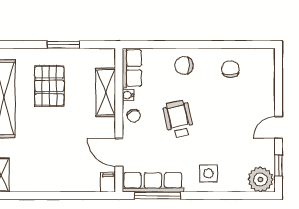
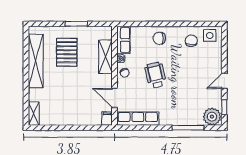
side table: (208, 173) -> (210, 35), moved
window: (157, 196) -> (188, 128), moved

